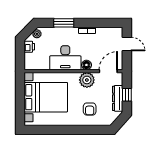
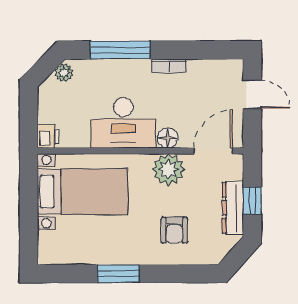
window: (64, 23) -> (120, 50), width x1.44
printer: (29, 47) -> (48, 136), moved
bed with nightstands: (46, 97) -> (83, 192), width x0.73
window: (63, 130) -> (118, 274), added

